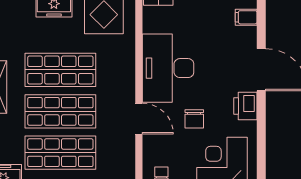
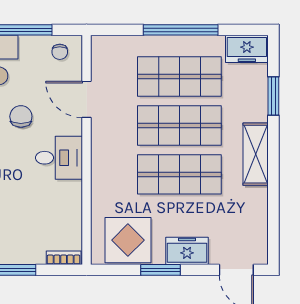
desk: (168, 68) -> (59, 158), width x0.53, depth x0.77
door: (139, 119) -> (87, 99), moved

